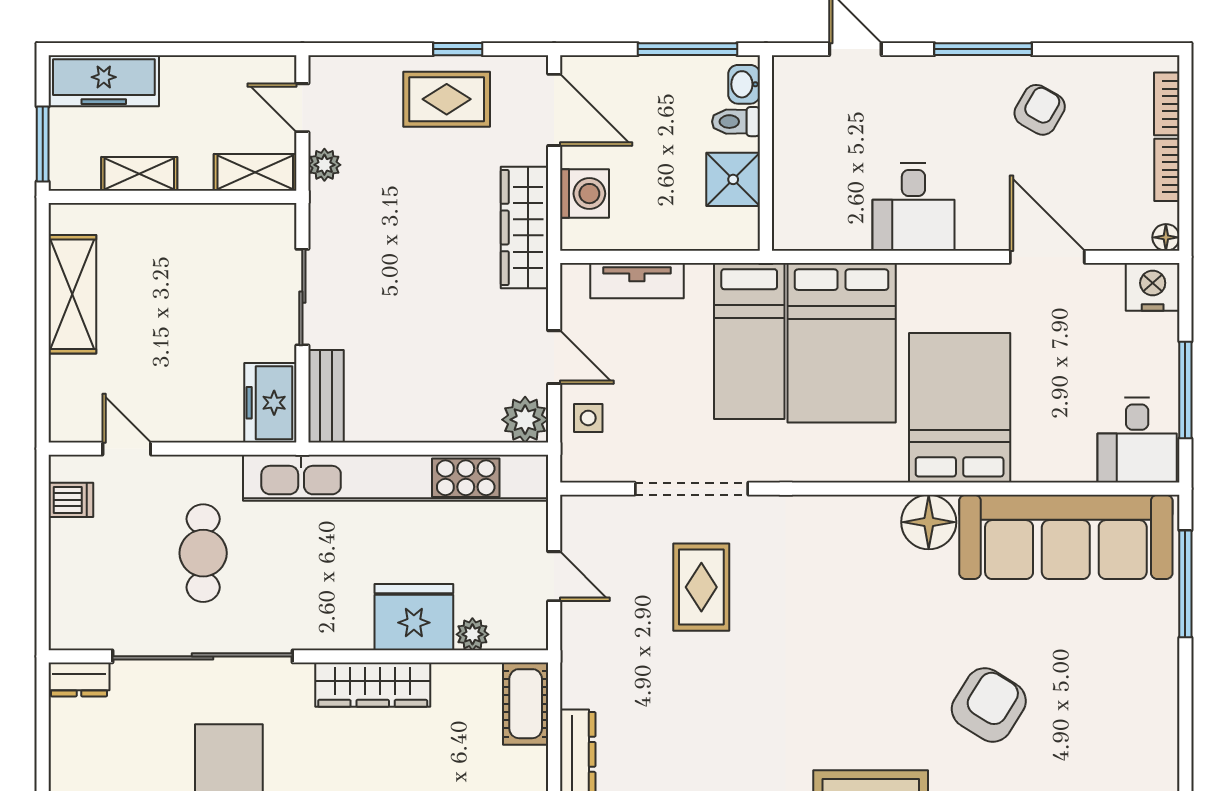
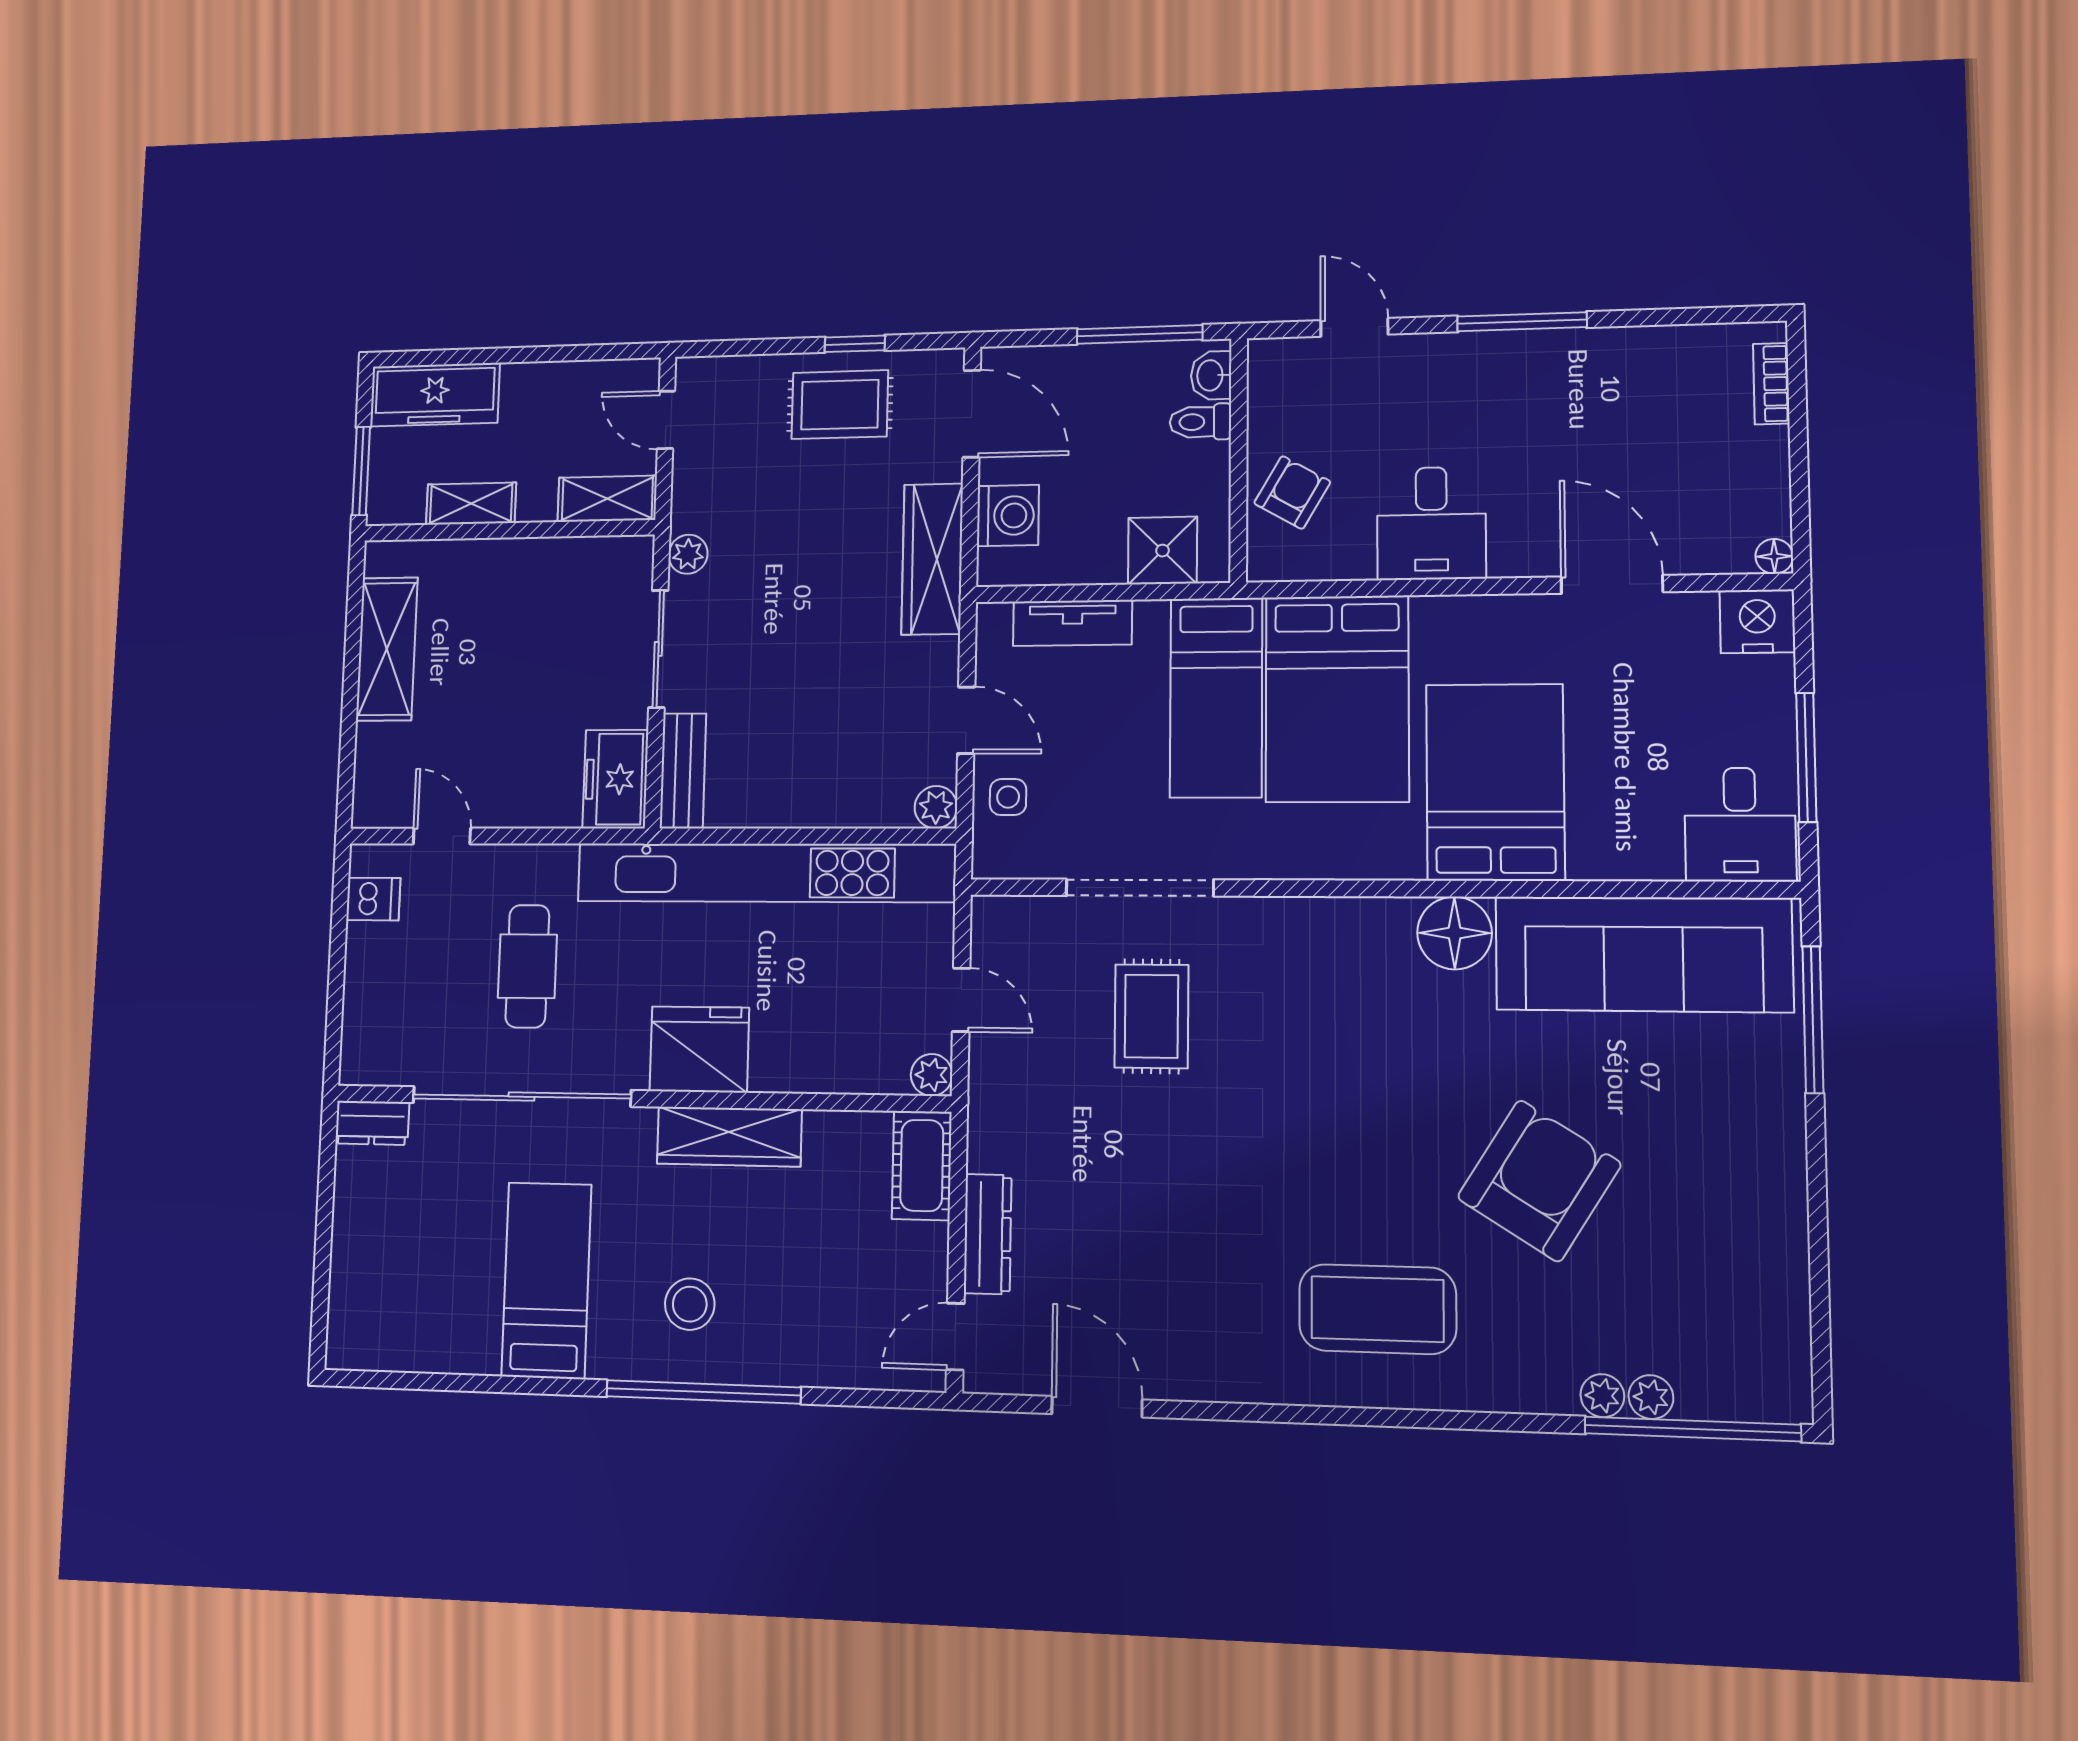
armchair: (1040, 110) -> (1292, 492), moved
plant: (324, 165) -> (688, 554), moved
bookcase: (1167, 170) -> (1774, 469), removed
shower: (733, 179) -> (1163, 551), moved
plant: (525, 420) -> (936, 807), width x0.73, depth x0.73
fridge: (414, 617) -> (699, 1049), moved
plant: (472, 634) -> (932, 1075), moved
armchair: (989, 705) -> (1539, 1181), width x1.36, depth x1.36

